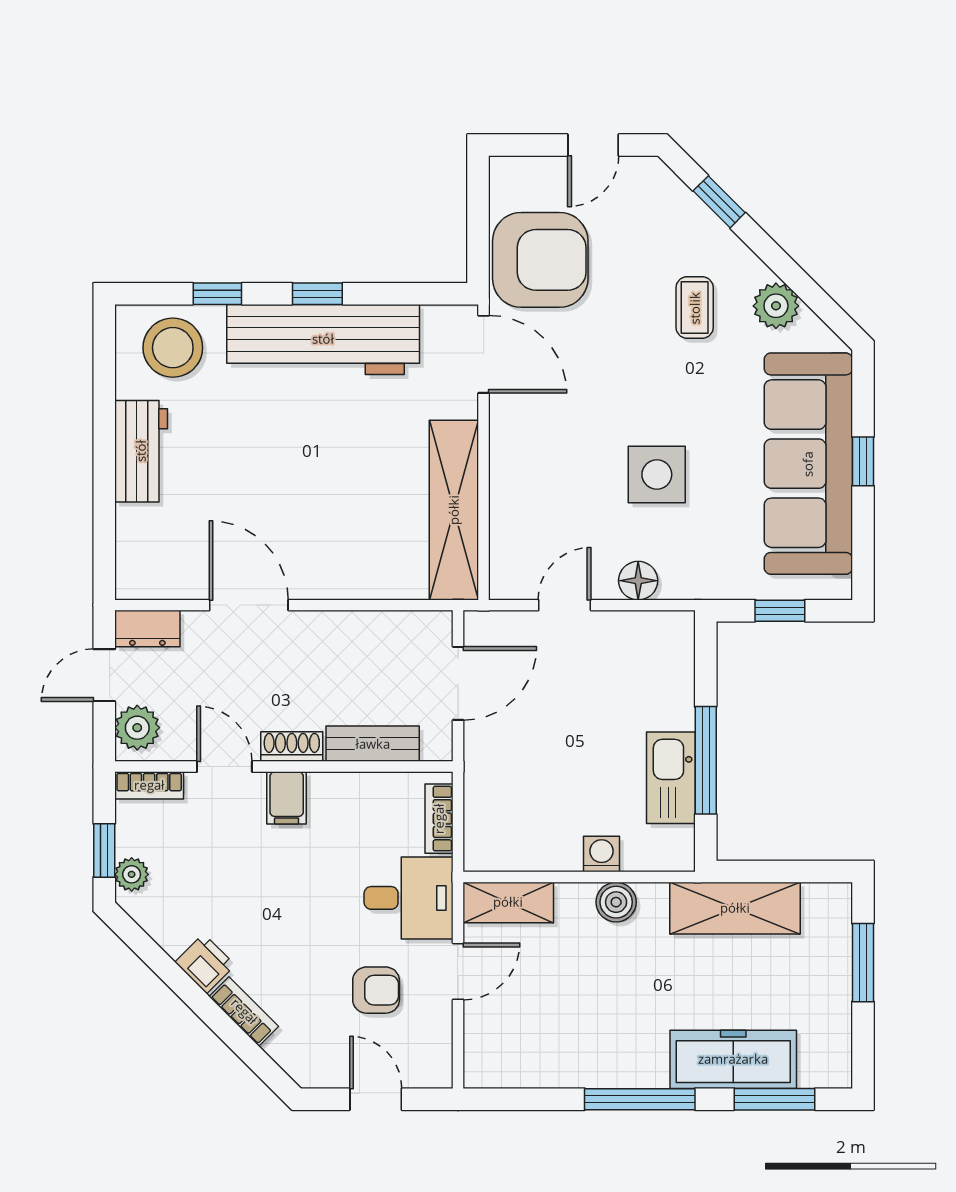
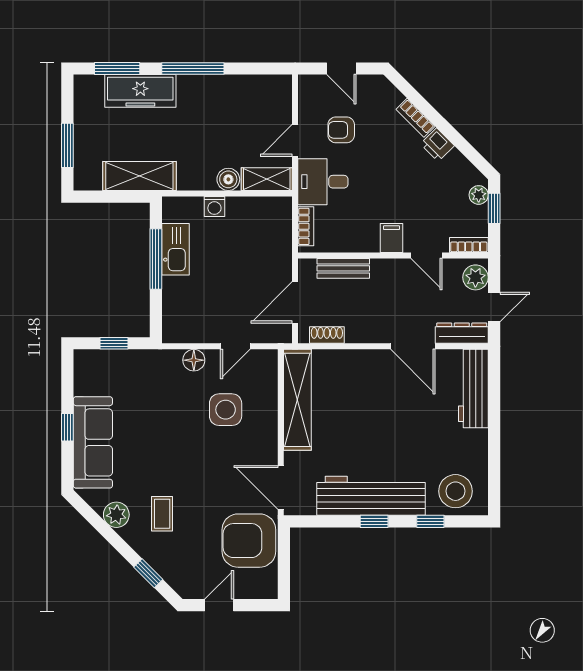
workbench: (141, 451) -> (473, 389), moved, width x1.38
sofa: (808, 464) -> (93, 442), width x0.74, depth x0.79
side table: (657, 474) -> (226, 410), moved
dresser: (147, 629) -> (462, 333), width x1.44
shoe rack: (292, 747) -> (327, 335), moved, turned 180
boiler: (616, 902) -> (228, 179), moved

